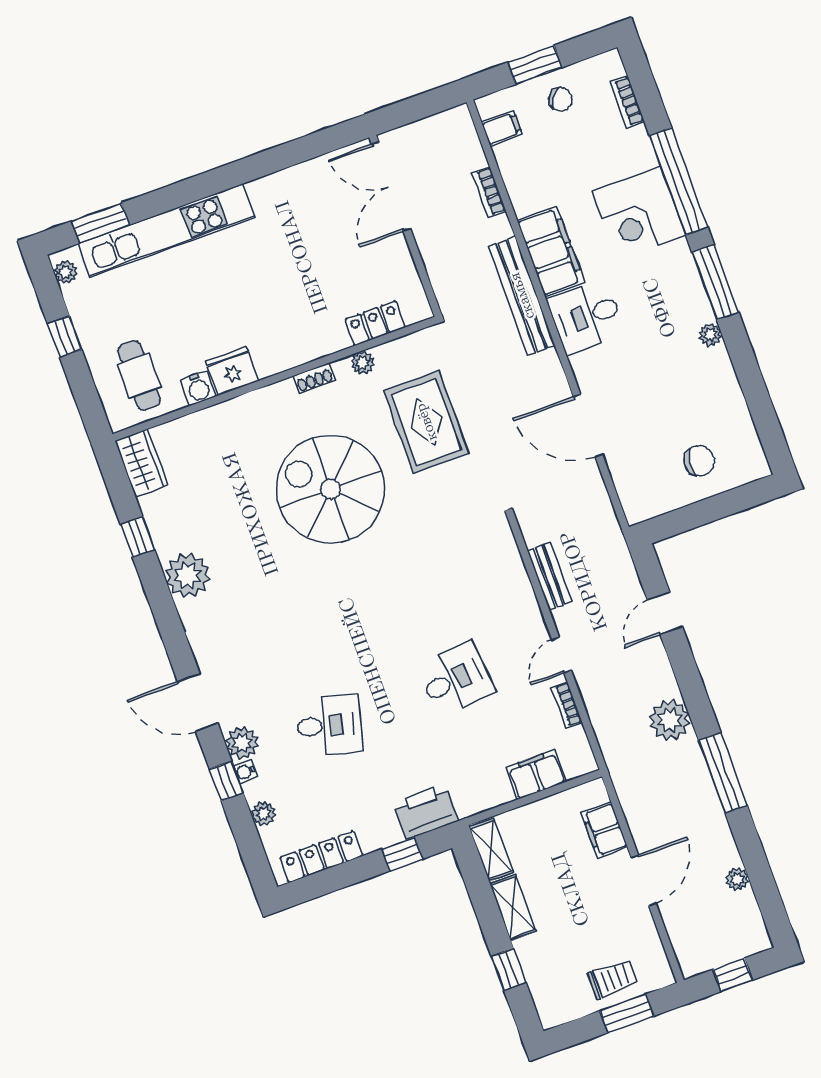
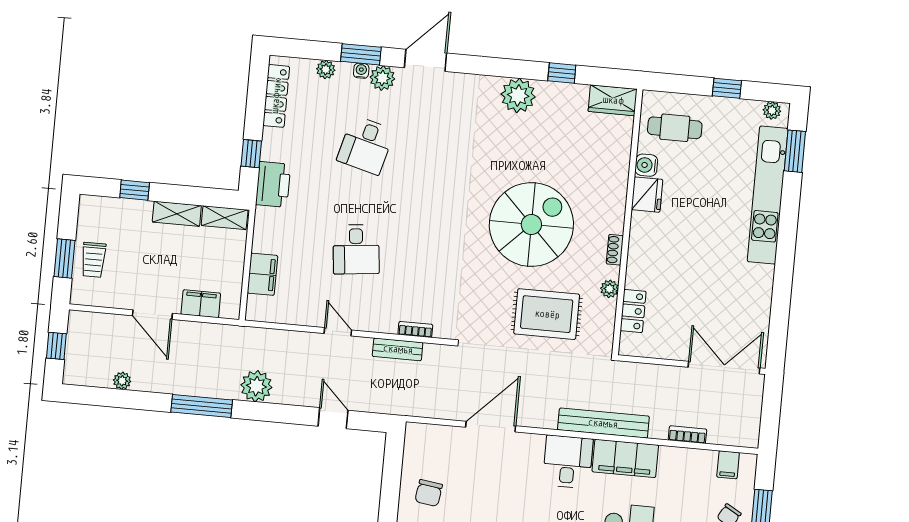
bookcase: (567, 705) -> (415, 329), moved
window: (226, 781) -> (361, 54), width x1.50

